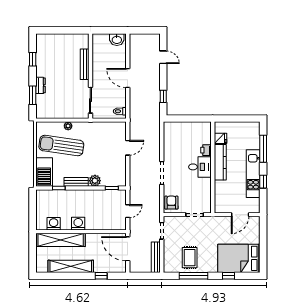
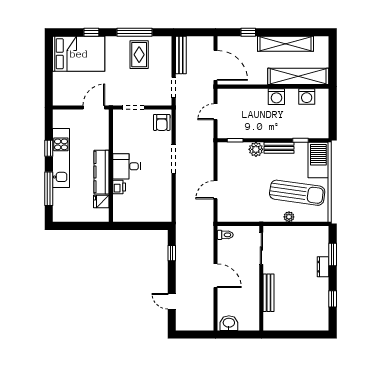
door: (240, 215) -> (94, 108), moved

